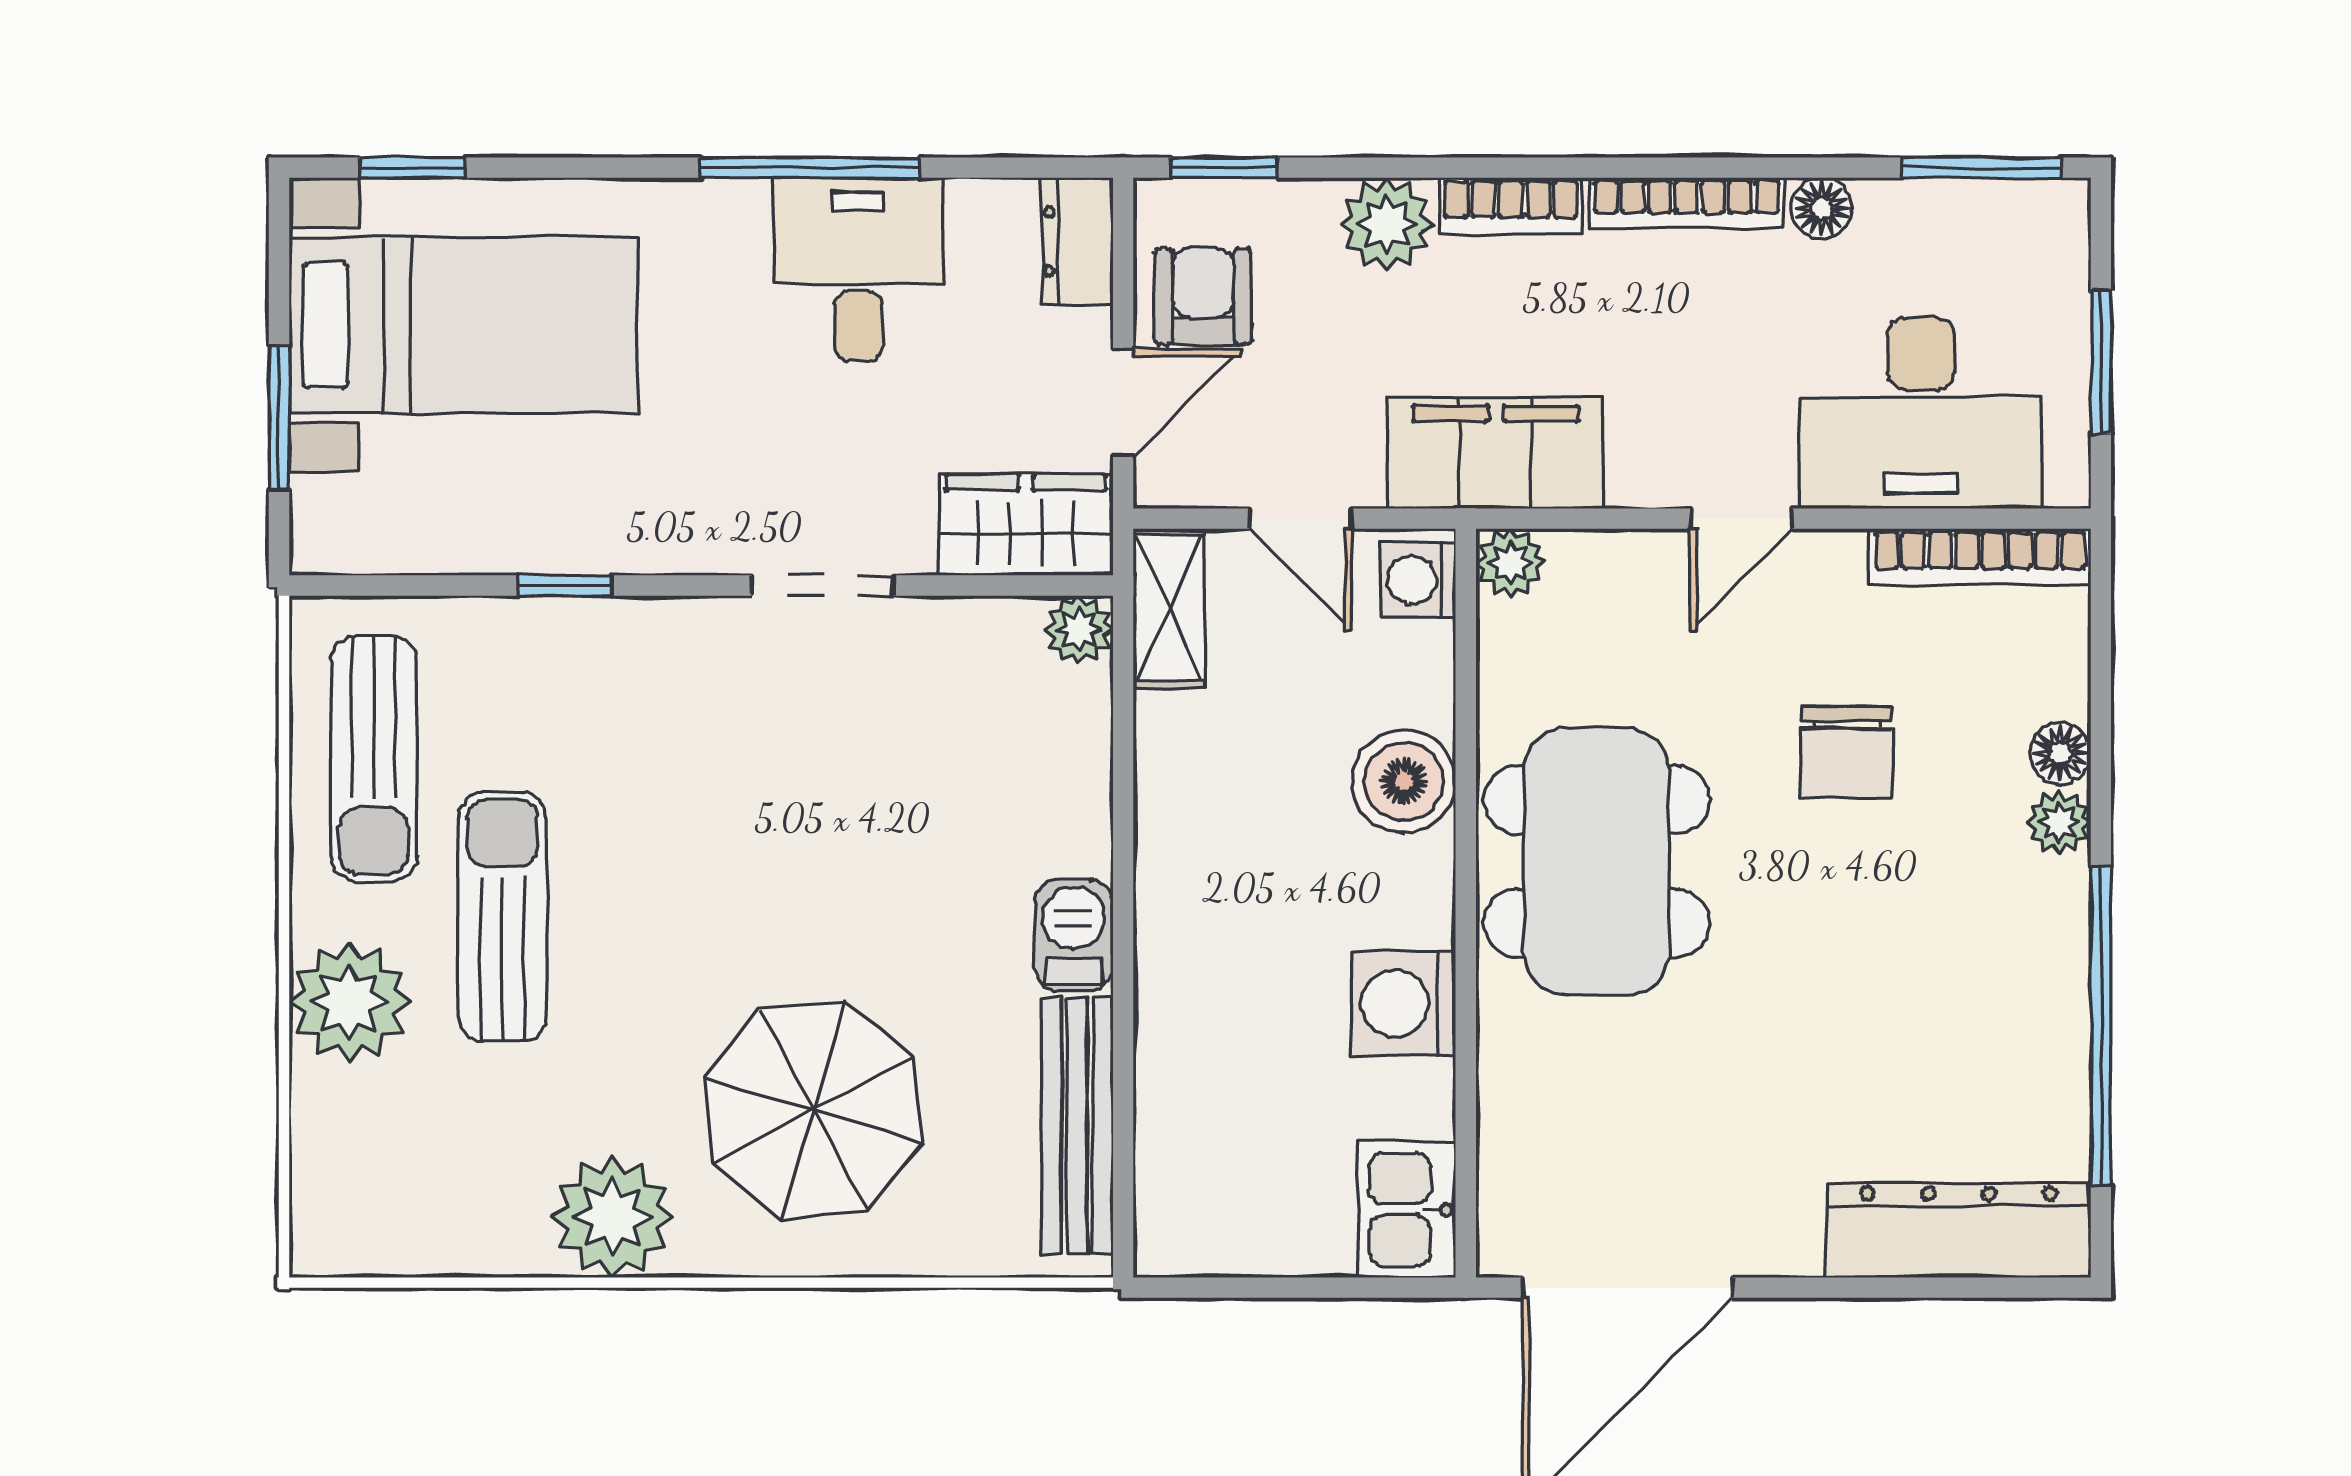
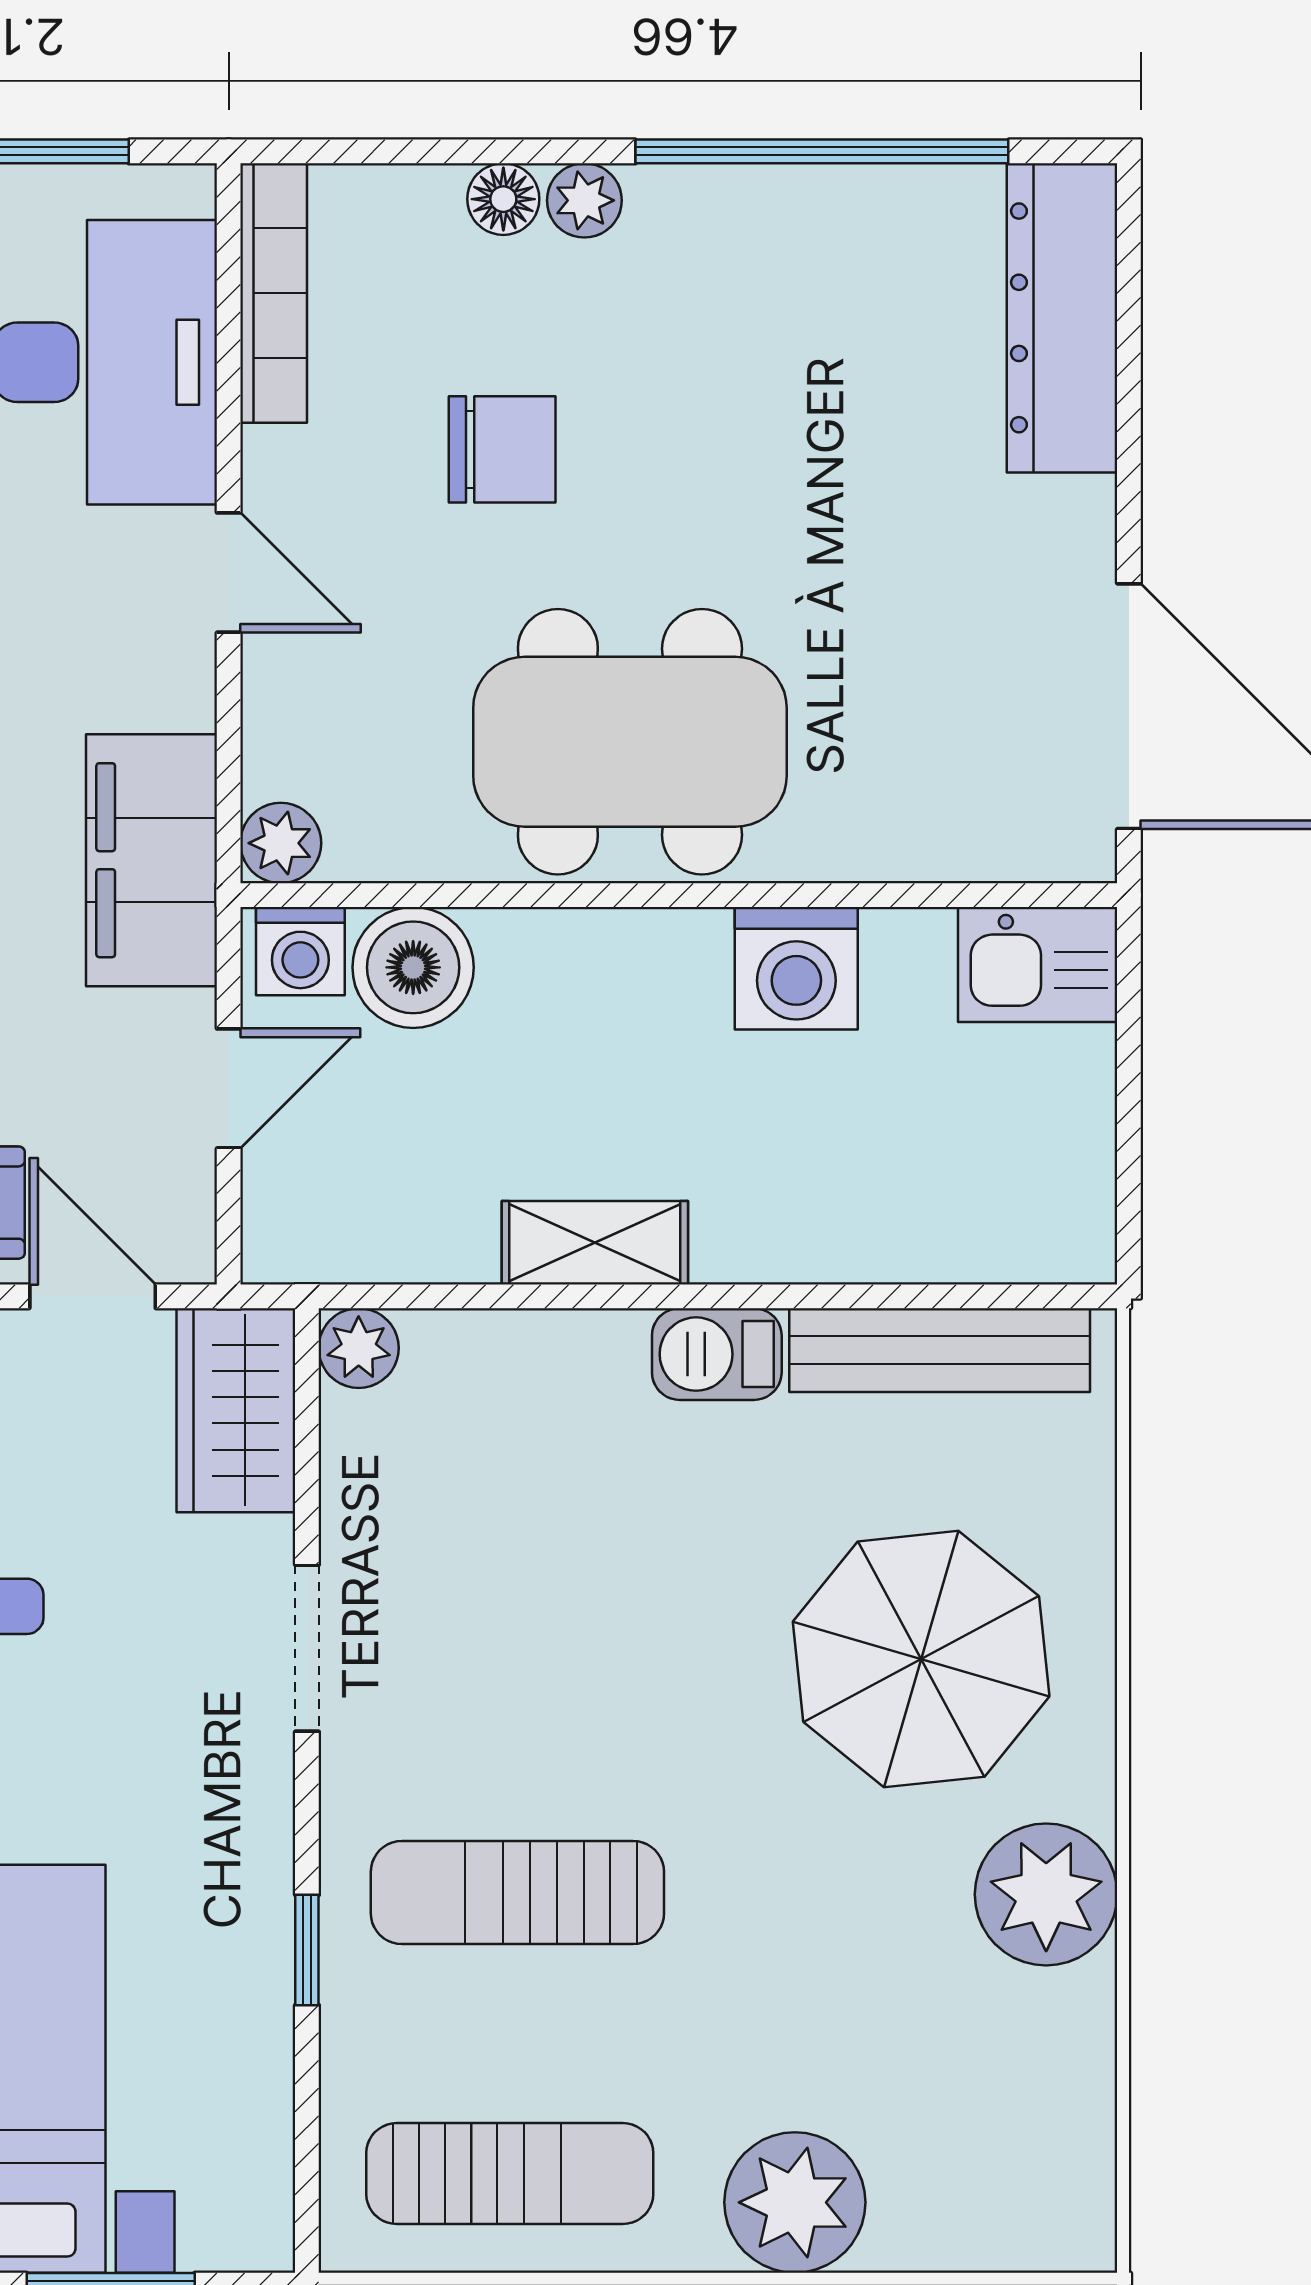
shelving: (1169, 608) -> (595, 1243), moved
boiler: (1404, 781) -> (413, 967), moved
sun lounger: (502, 917) -> (517, 1893), moved

